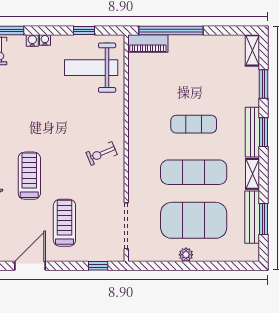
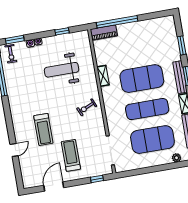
shelving: (252, 50) -> (103, 76), moved
weight bench: (91, 68) -> (62, 70), moved
exercise mat: (194, 124) -> (142, 79), width x2.00, depth x1.45
treadmill: (29, 176) -> (43, 129), turned 180
plant: (186, 255) -> (177, 158), moved

